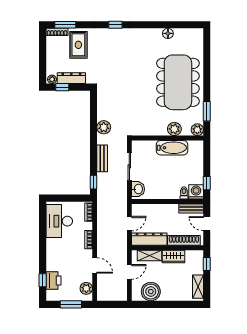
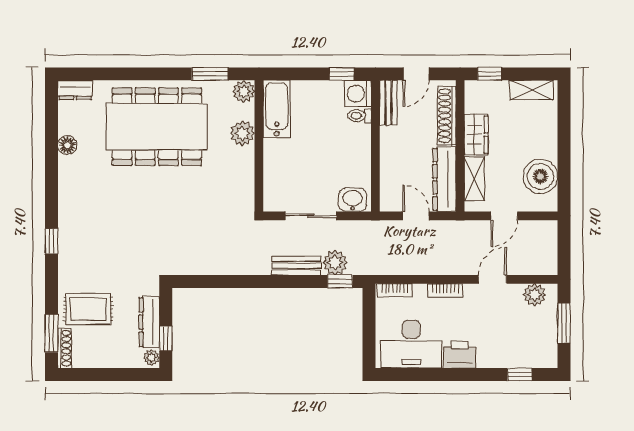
dresser: (198, 38) -> (75, 90), added
plant: (104, 127) -> (335, 263), moved
bathtub: (172, 148) -> (277, 109), moved
door: (129, 272) -> (504, 216), swing flipped
printer: (53, 280) -> (460, 355), moved

